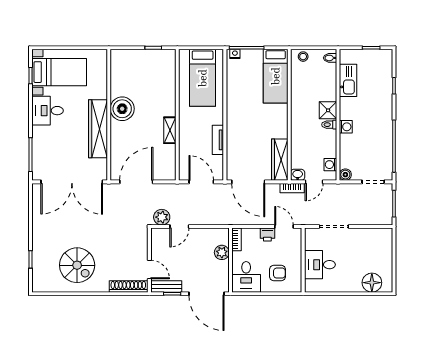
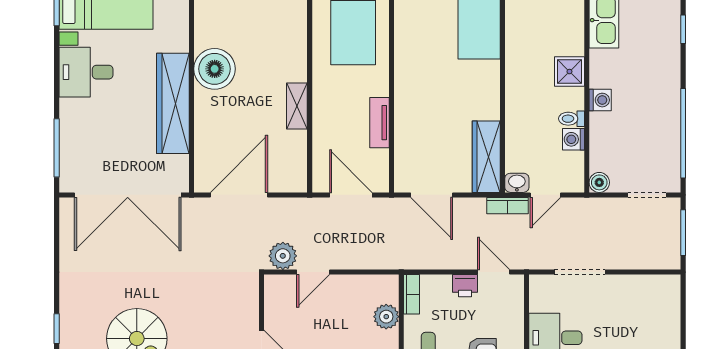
toilet: (329, 125) -> (572, 119), moved
washing machine: (330, 165) -> (573, 139), moved
door: (248, 182) -> (432, 195), width x0.73

